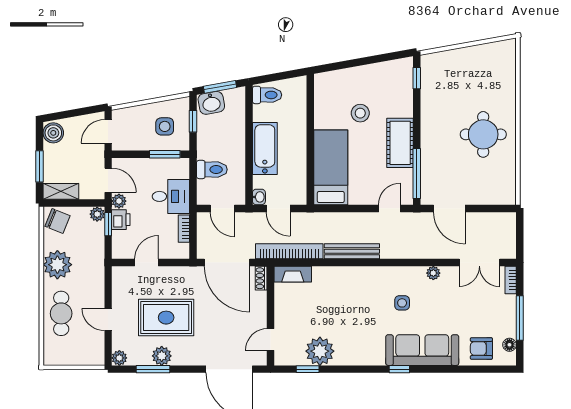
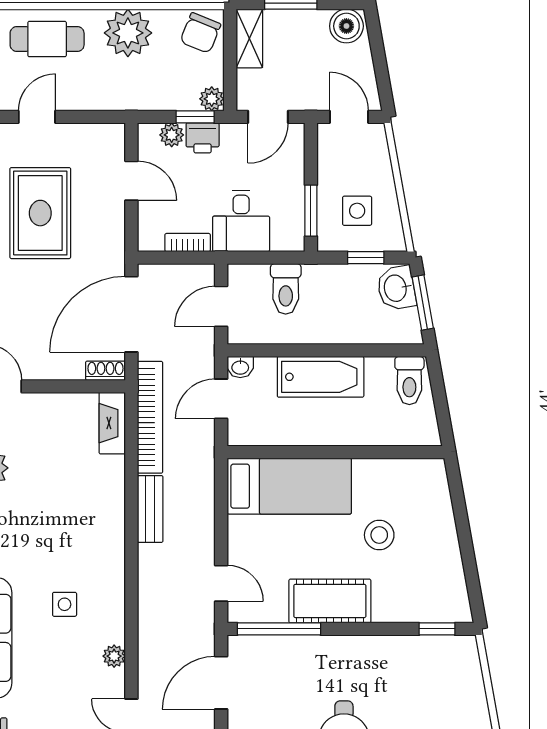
plant: (119, 201) -> (172, 135), moved
bench: (352, 251) -> (150, 509), width x0.73

